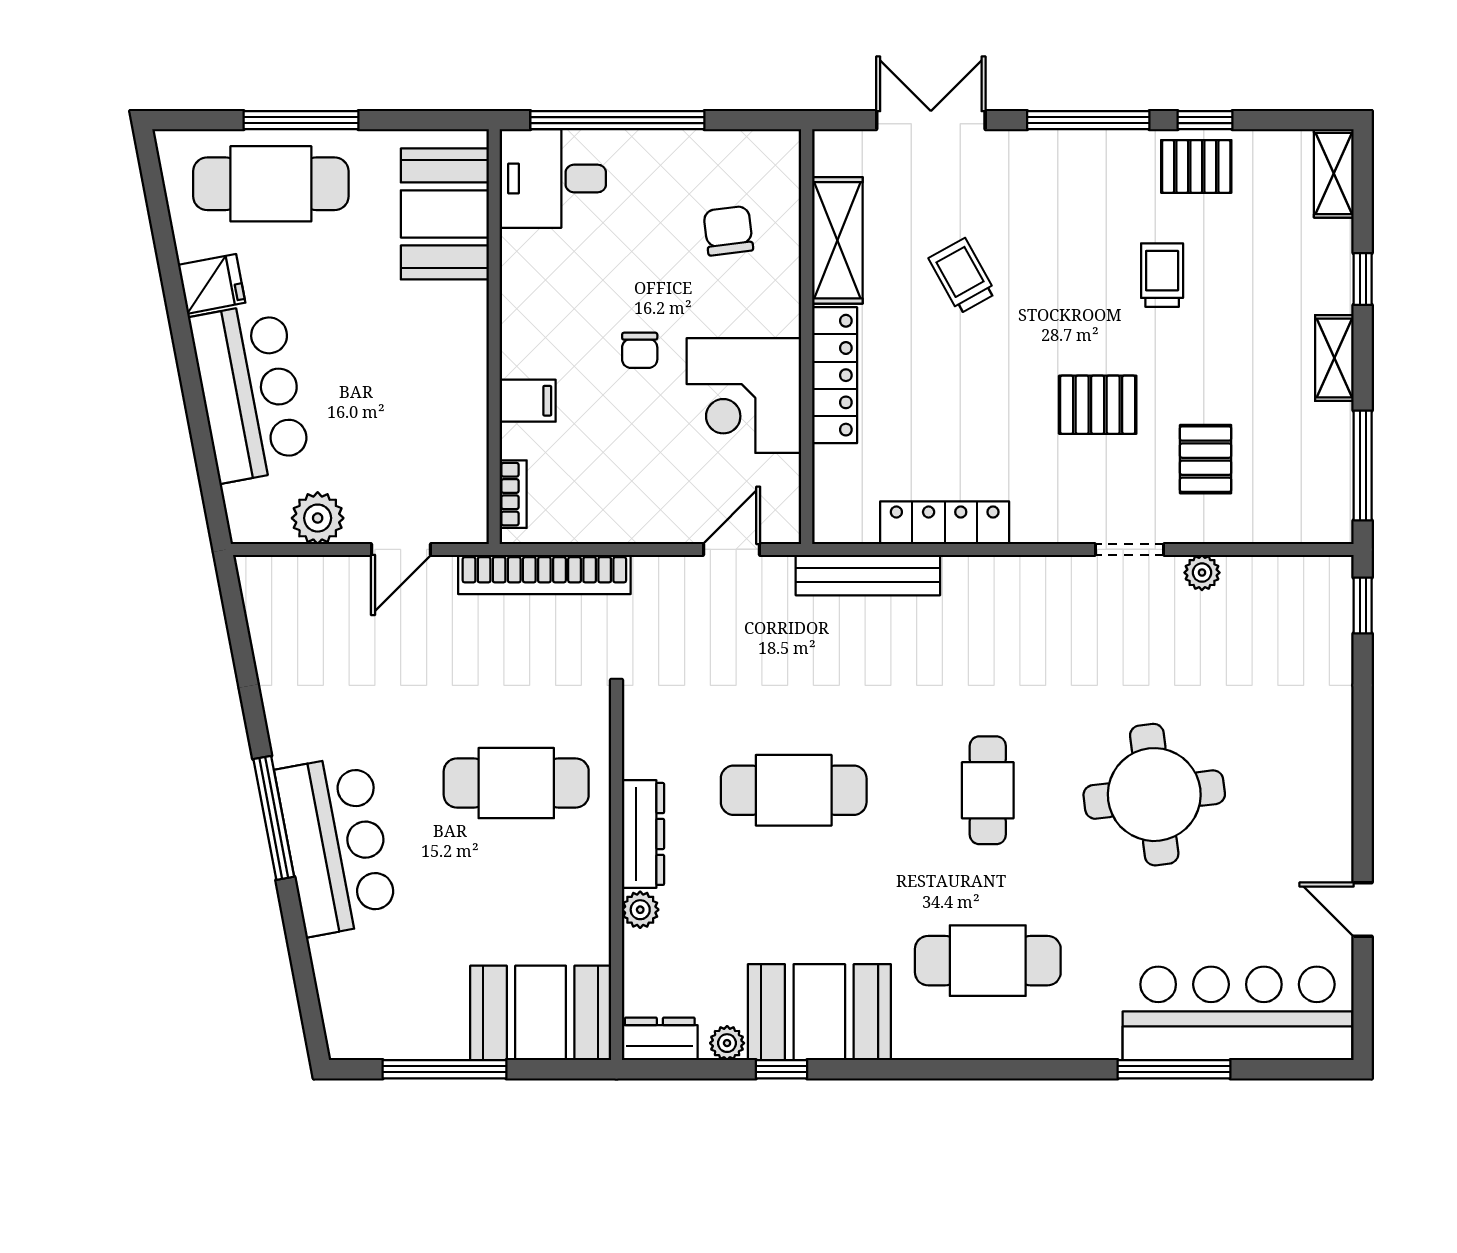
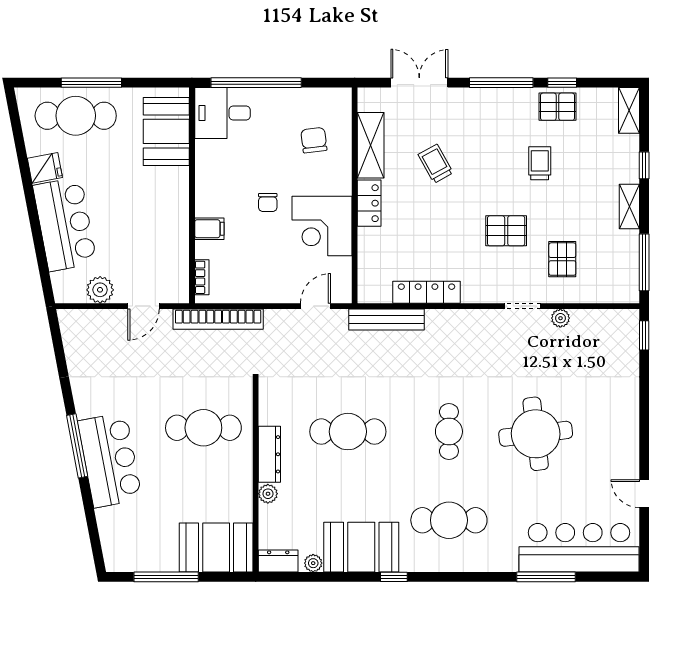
locker: (835, 375) -> (369, 203), width x0.66
window: (781, 1069) -> (394, 577), moved

